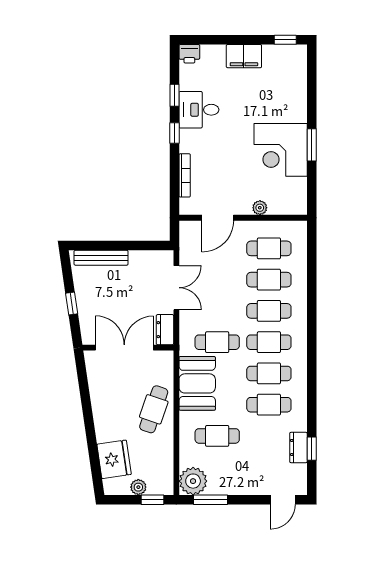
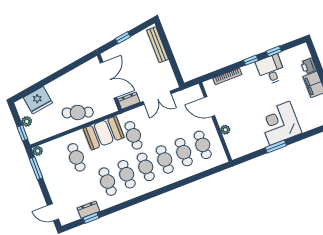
printer: (189, 54) -> (309, 66), moved
corner desk: (281, 150) -> (280, 123), moved
plant: (193, 481) -> (38, 151), width x0.53, depth x0.53

